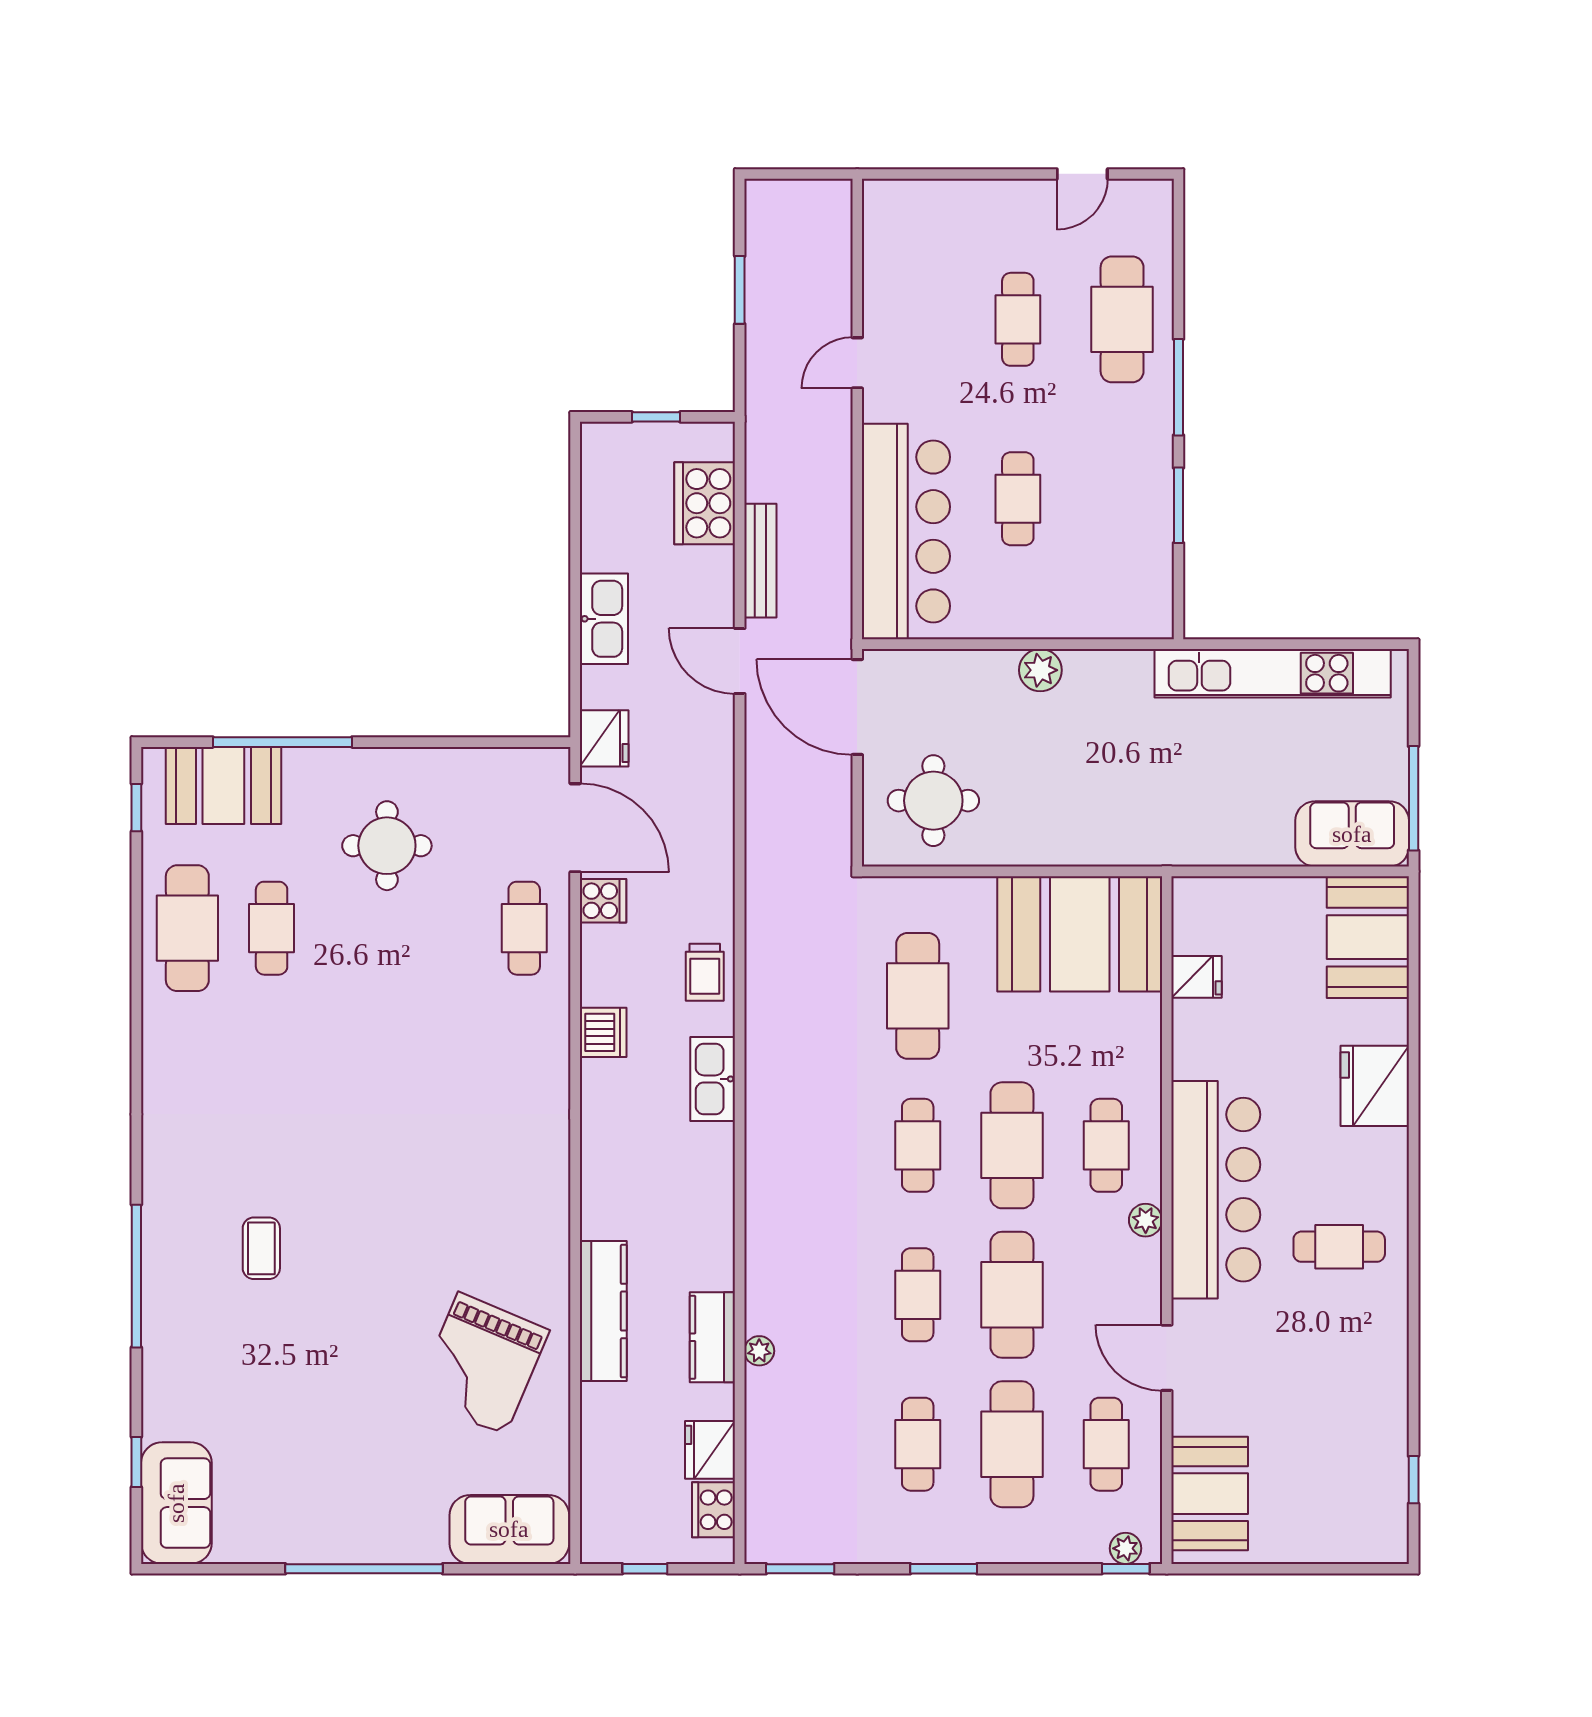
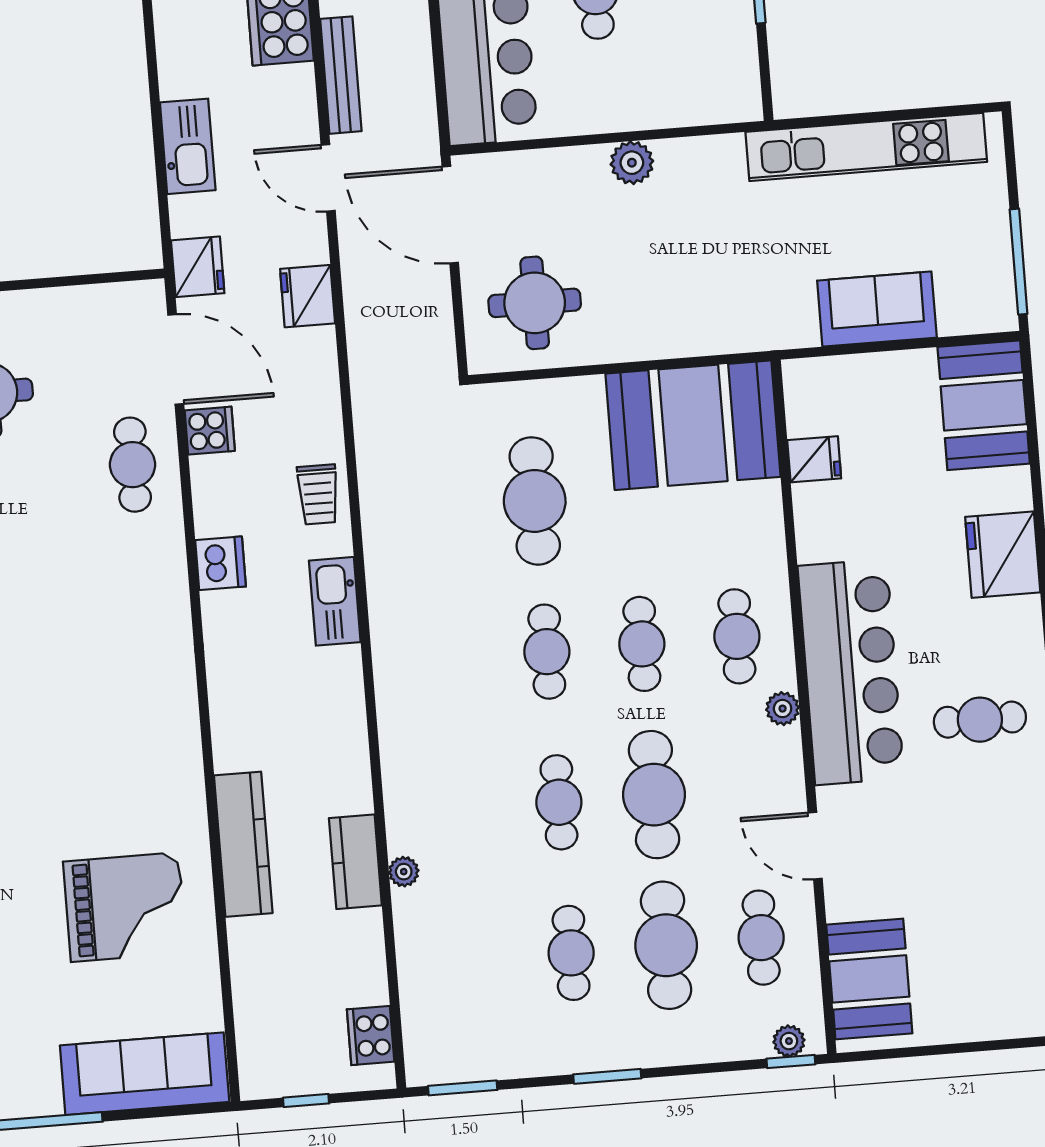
sofa: (1352, 834) -> (877, 309), moved
cafe table: (1012, 1145) -> (642, 644), width x0.73, depth x0.74
grand piano: (482, 1364) -> (125, 907), turned -113
fridge: (710, 1450) -> (308, 296), moved
sofa: (509, 1529) -> (145, 1074), width x1.36

